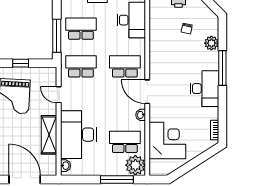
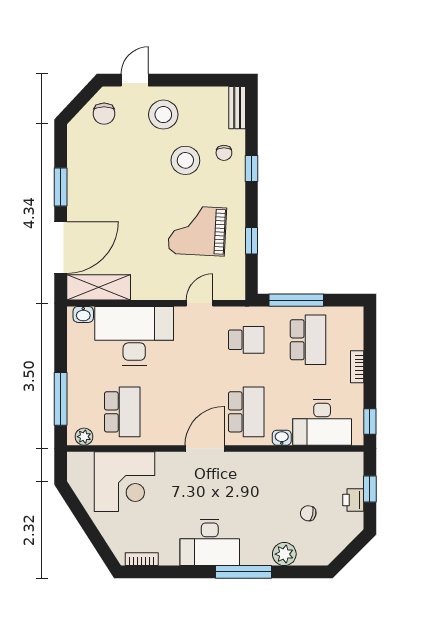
school desk: (81, 66) -> (246, 340), width x0.54
washbasin: (141, 115) -> (282, 438), moved
shelving: (49, 135) -> (99, 287), moved
plant: (135, 165) -> (84, 437), width x0.53, depth x0.53

